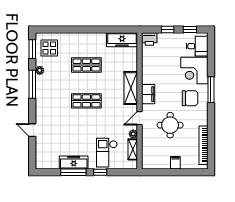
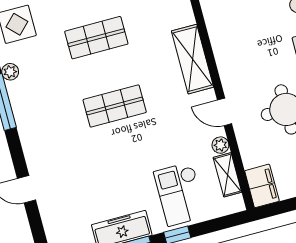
filing cabinet: (148, 94) -> (262, 186), moved
door: (140, 118) -> (224, 112), hinge flipped

